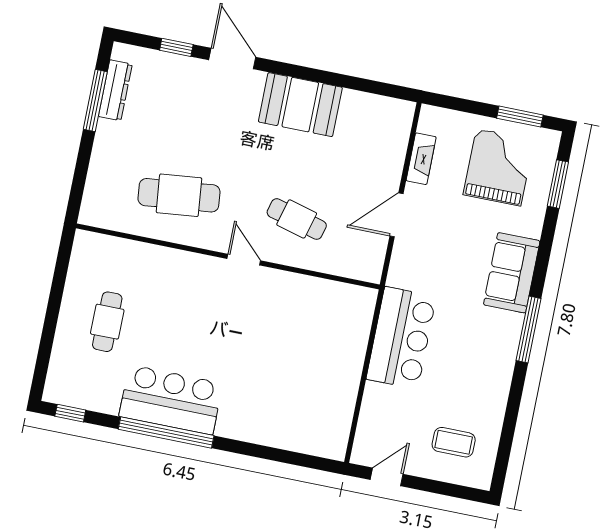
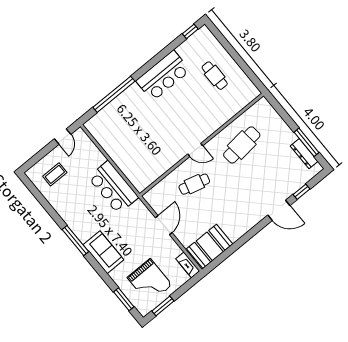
booth: (300, 105) -> (210, 246), moved
fireplace: (421, 159) -> (188, 265), moved
window: (166, 432) -> (114, 94), moved

